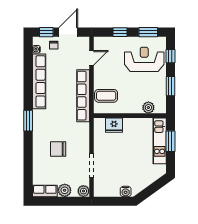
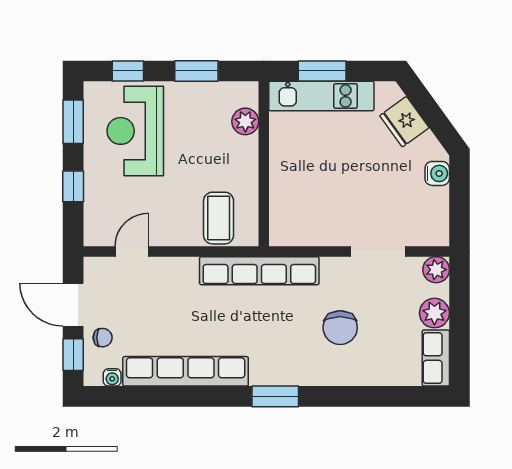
door: (91, 58) -> (132, 251), hinge flipped
row of seats: (83, 96) -> (259, 271), moved
fridge: (114, 125) -> (404, 122), moved, turned 144

